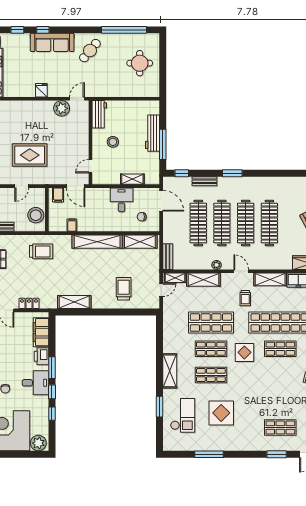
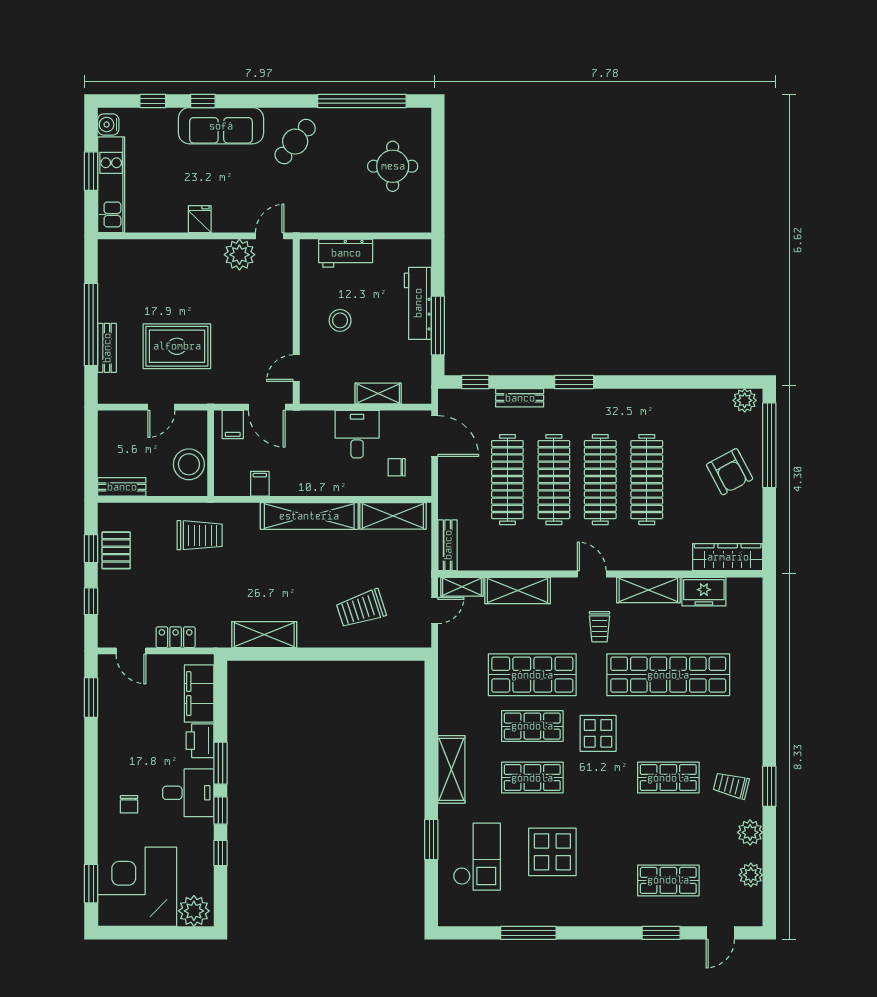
workbench: (99, 114) -> (346, 253), moved, turned 90
plant: (217, 265) -> (543, 562), removed
trolley: (124, 289) -> (361, 609), turned -108
shop shelf: (280, 349) -> (668, 778), moved

